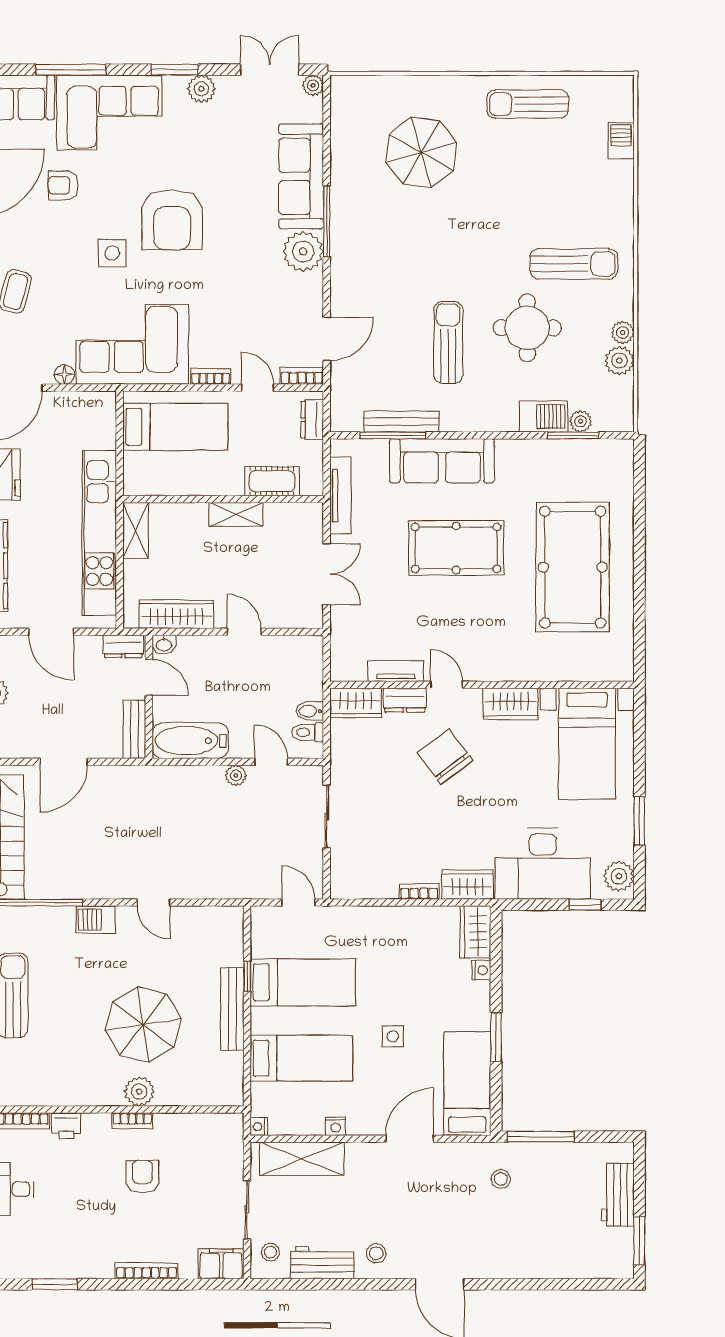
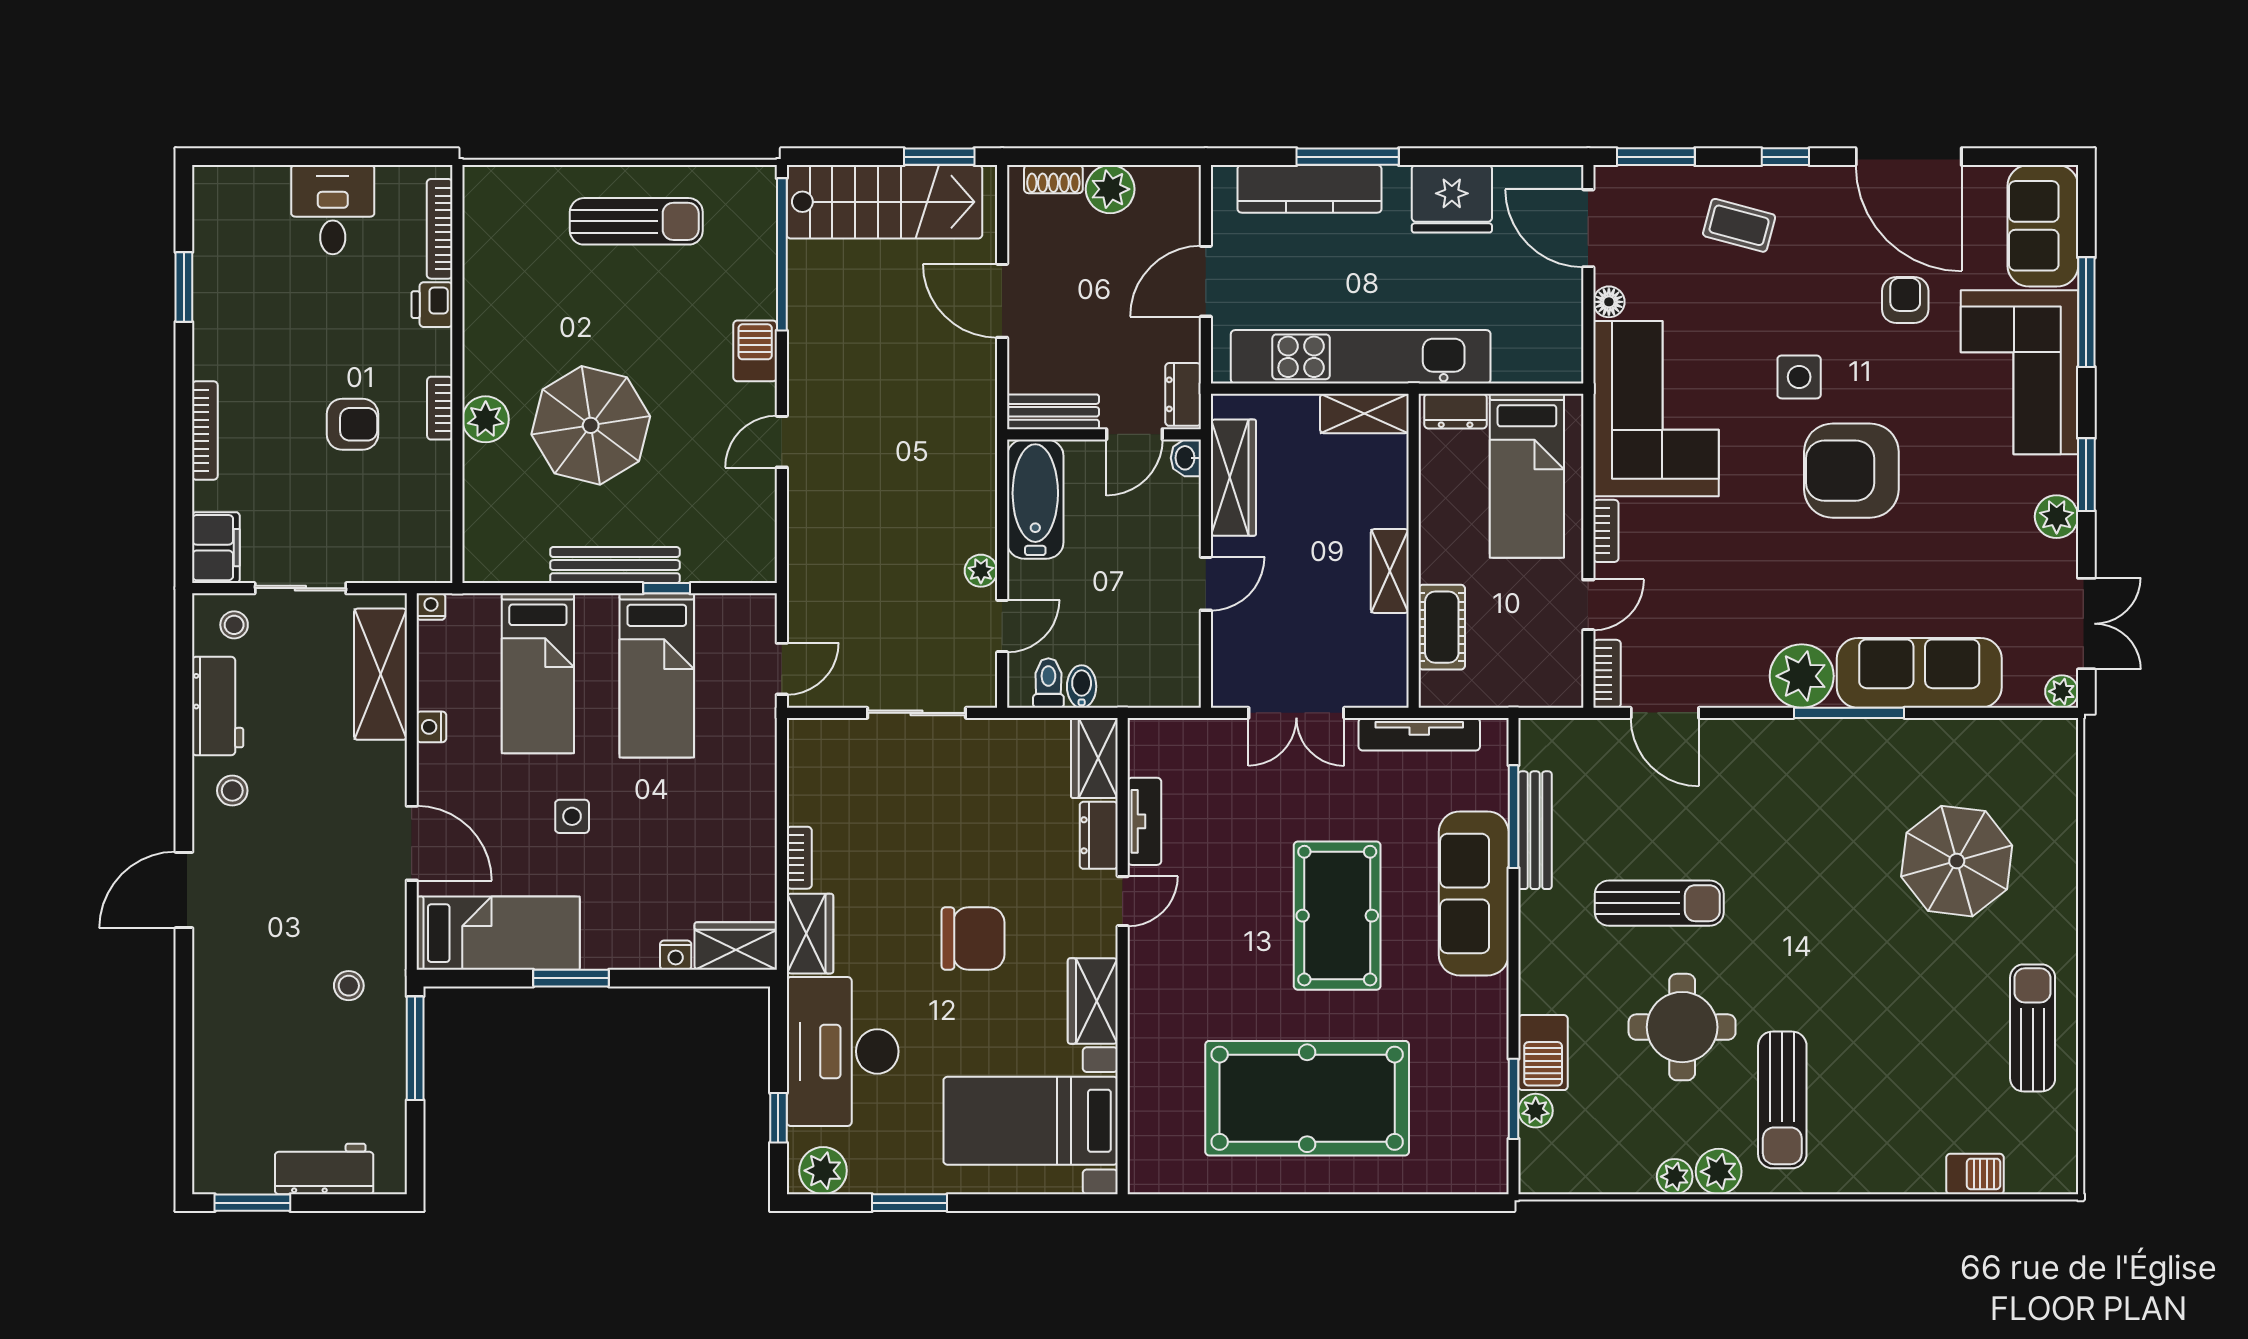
plant: (619, 361) -> (1719, 1172), moved
dresser: (312, 420) -> (1456, 411), moved, turned 180
chair: (445, 757) -> (973, 938), moved, turned 37

